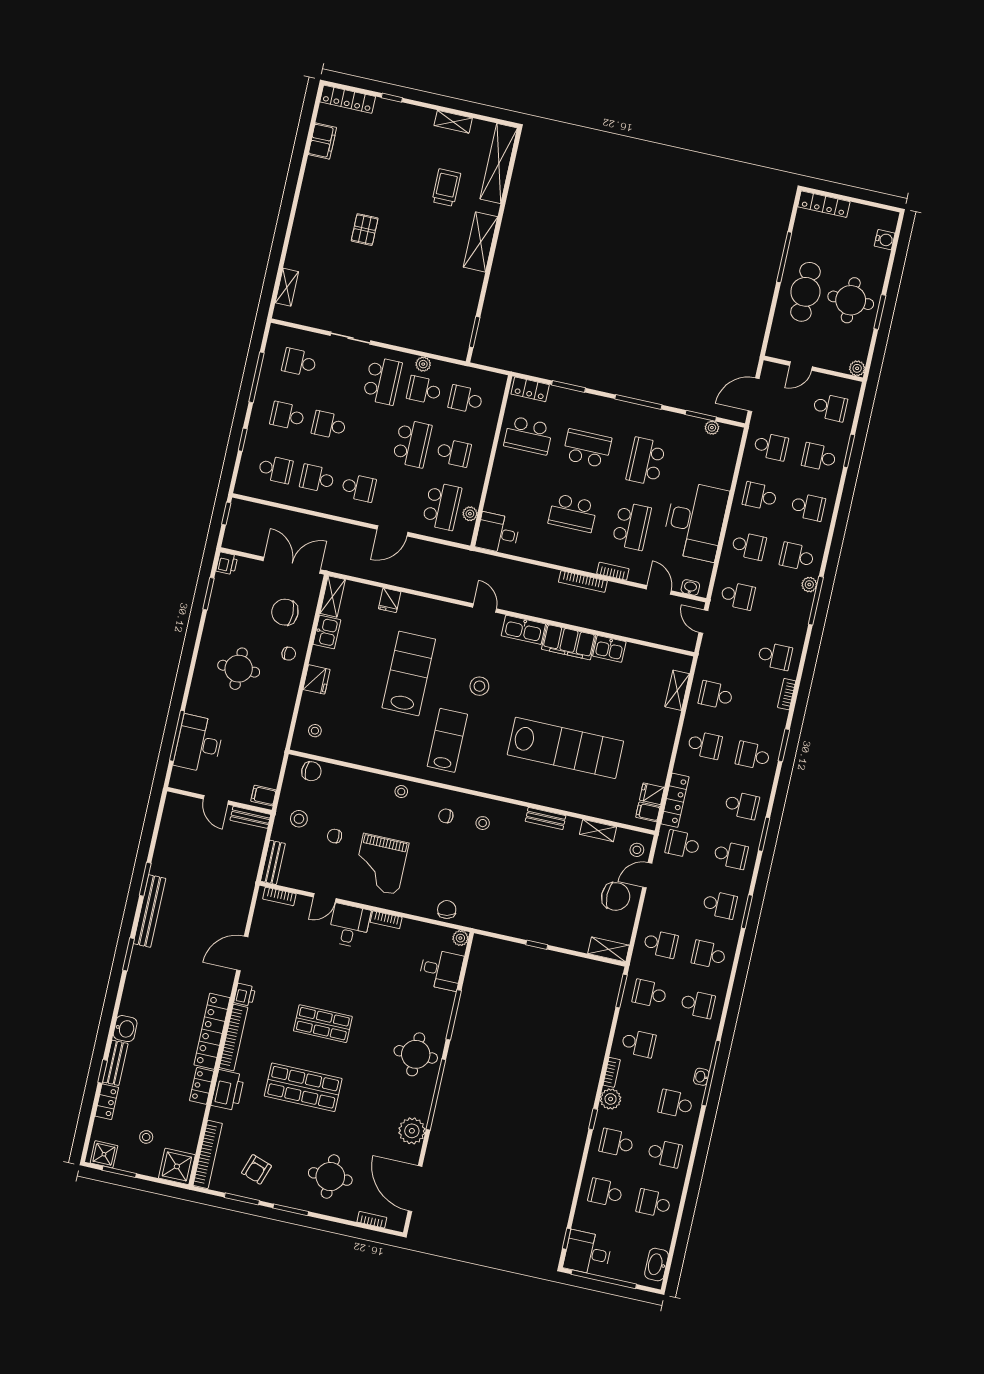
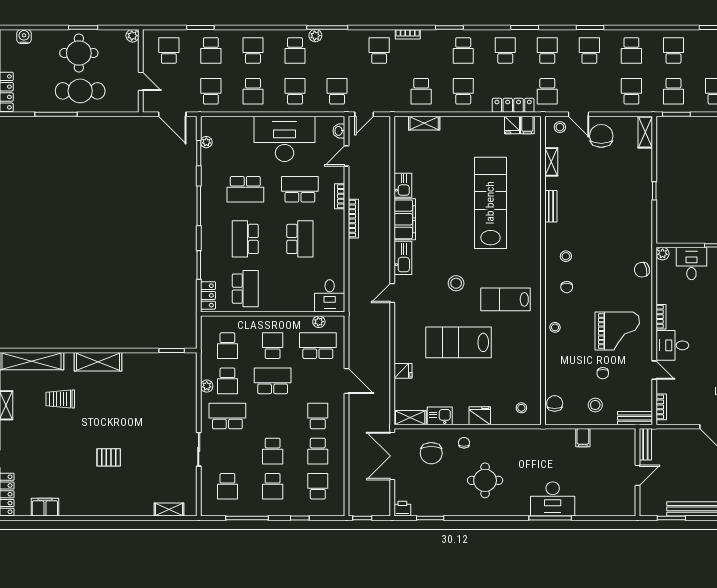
door: (216, 800) -> (637, 475), moved
wall: (219, 801) -> (637, 472), moved
bench: (250, 817) -> (645, 444), moved

